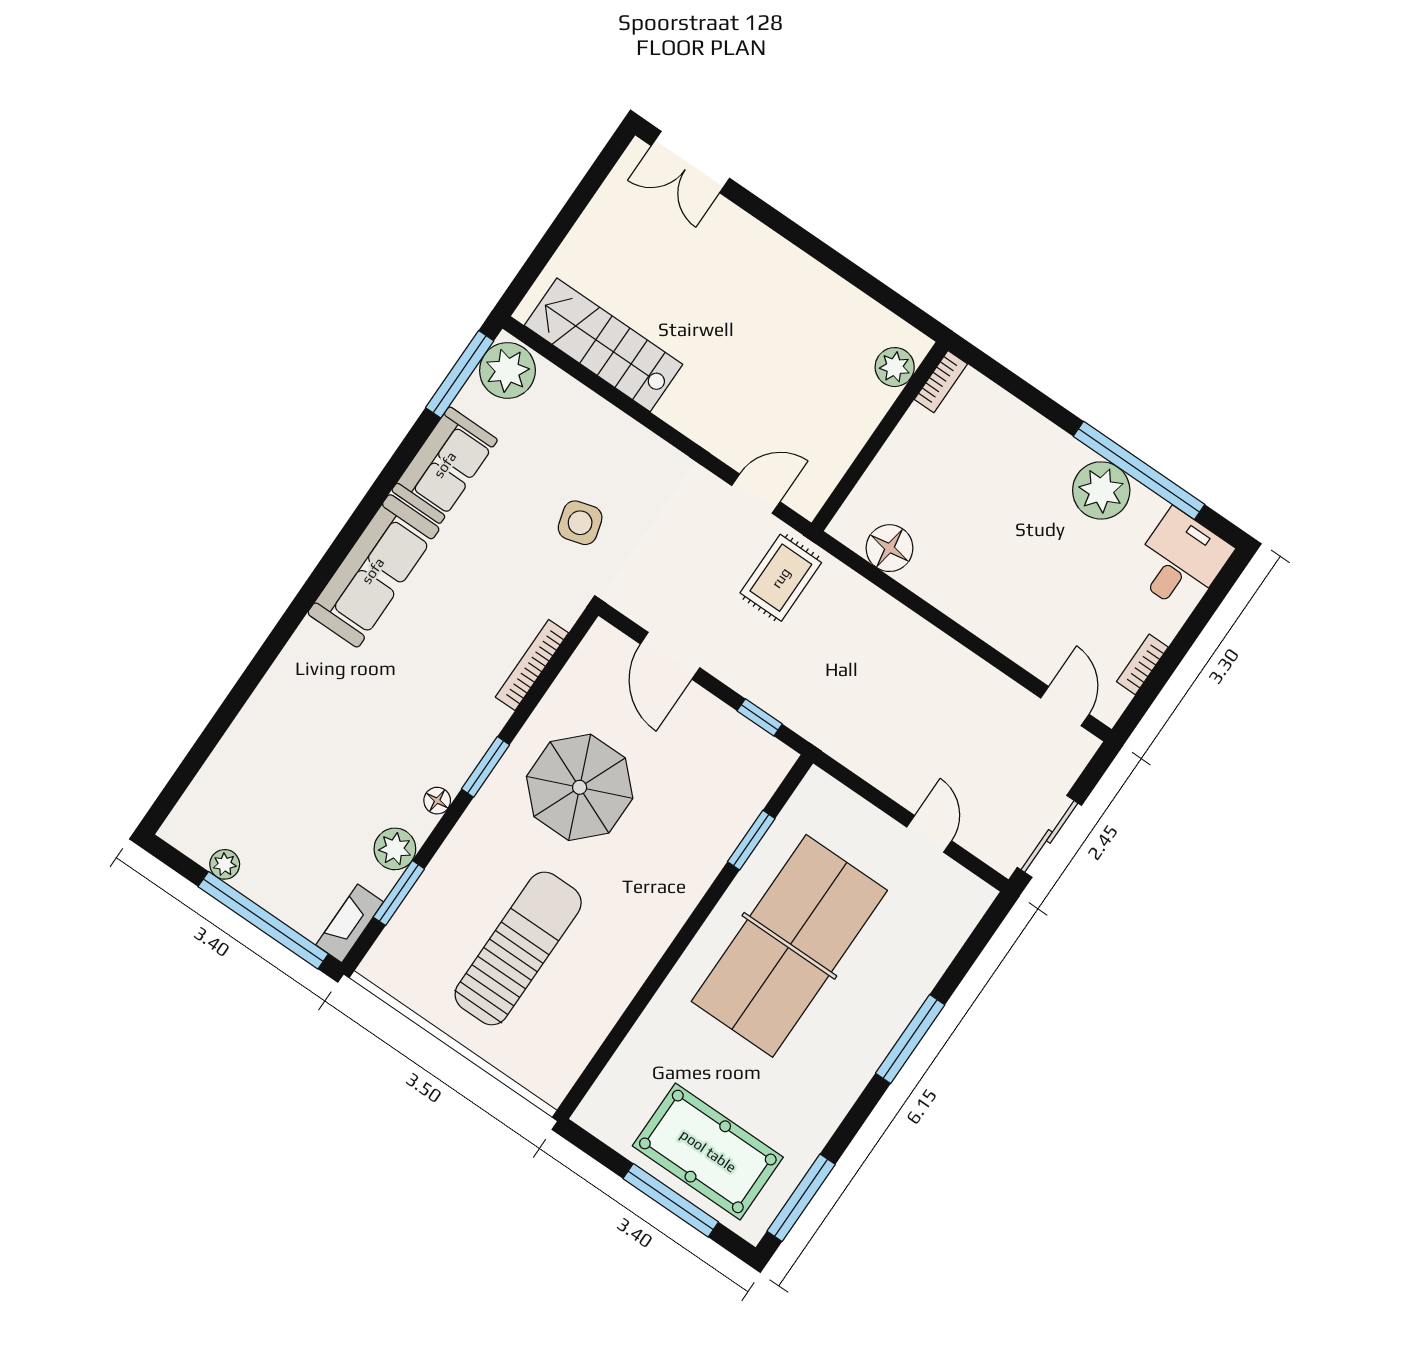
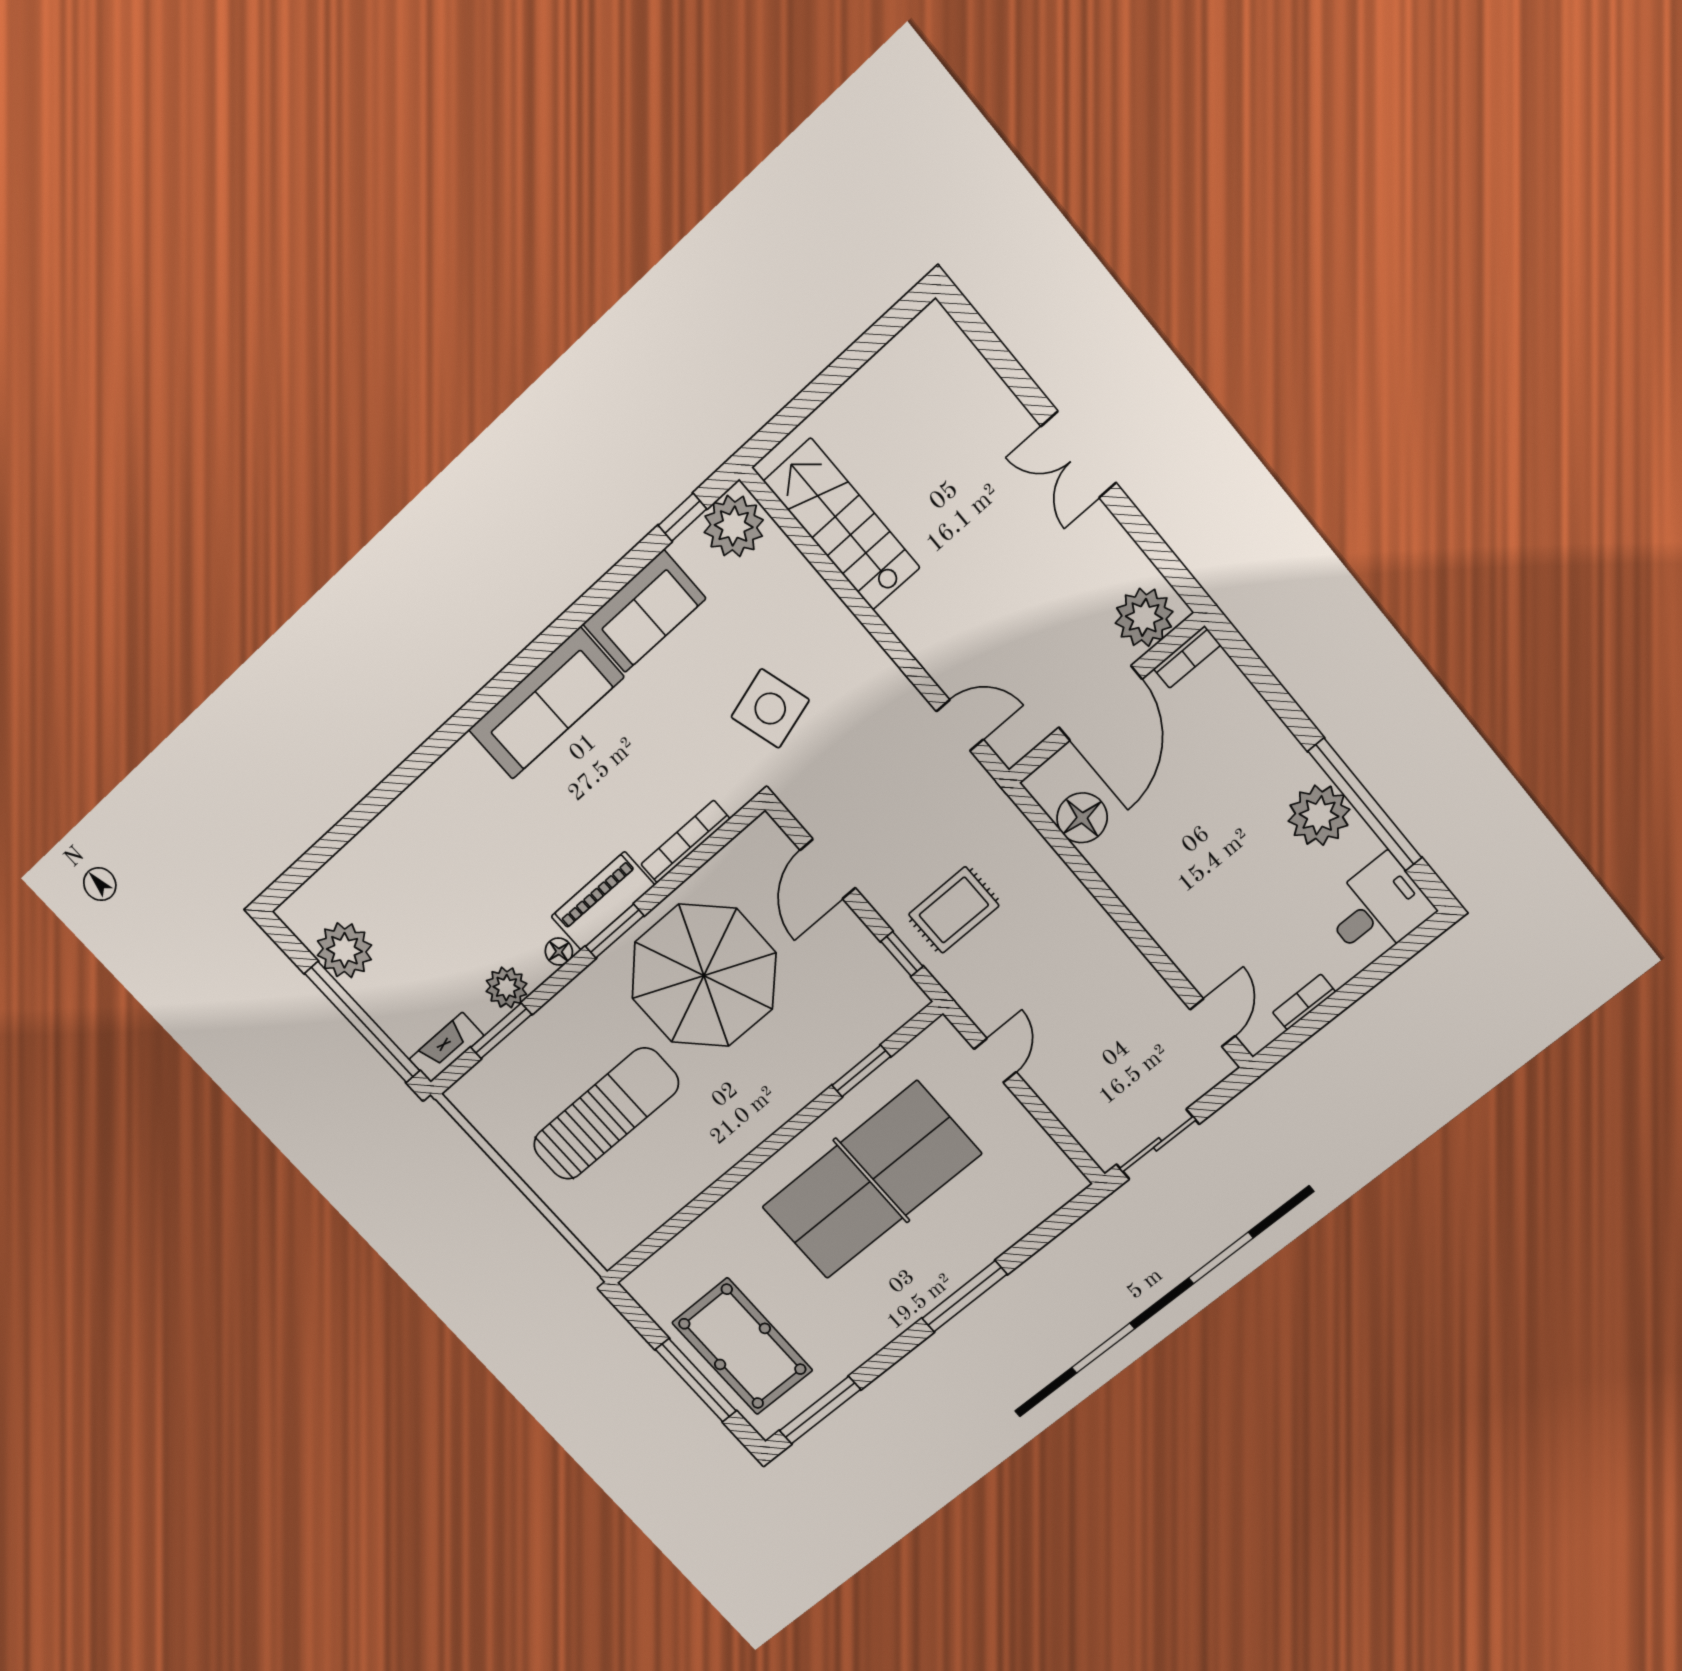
double door: (690, 162) -> (1079, 455), moved
plant: (895, 367) -> (1144, 617), width x1.36, depth x1.36
window: (460, 374) -> (682, 517), width x0.46
door: (876, 442) -> (1100, 703), added
side table: (580, 523) -> (770, 709), width x1.37, depth x1.37
rug: (781, 578) -> (954, 910), moved
piano: (468, 741) -> (603, 901), added
parasol: (580, 787) -> (704, 976), width x1.36, depth x1.36
door: (929, 834) -> (995, 1061), moved
plant: (225, 864) -> (344, 950), width x1.88, depth x1.88

